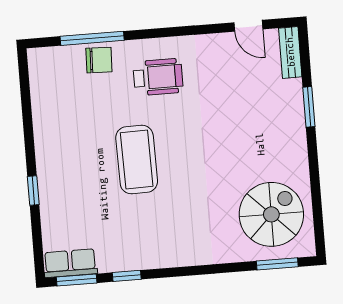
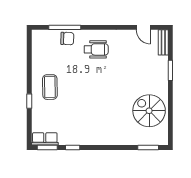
coffee table: (137, 160) -> (50, 87), moved, width x0.73, depth x0.76
spiral stairs: (271, 214) -> (149, 111), moved, turned -90

